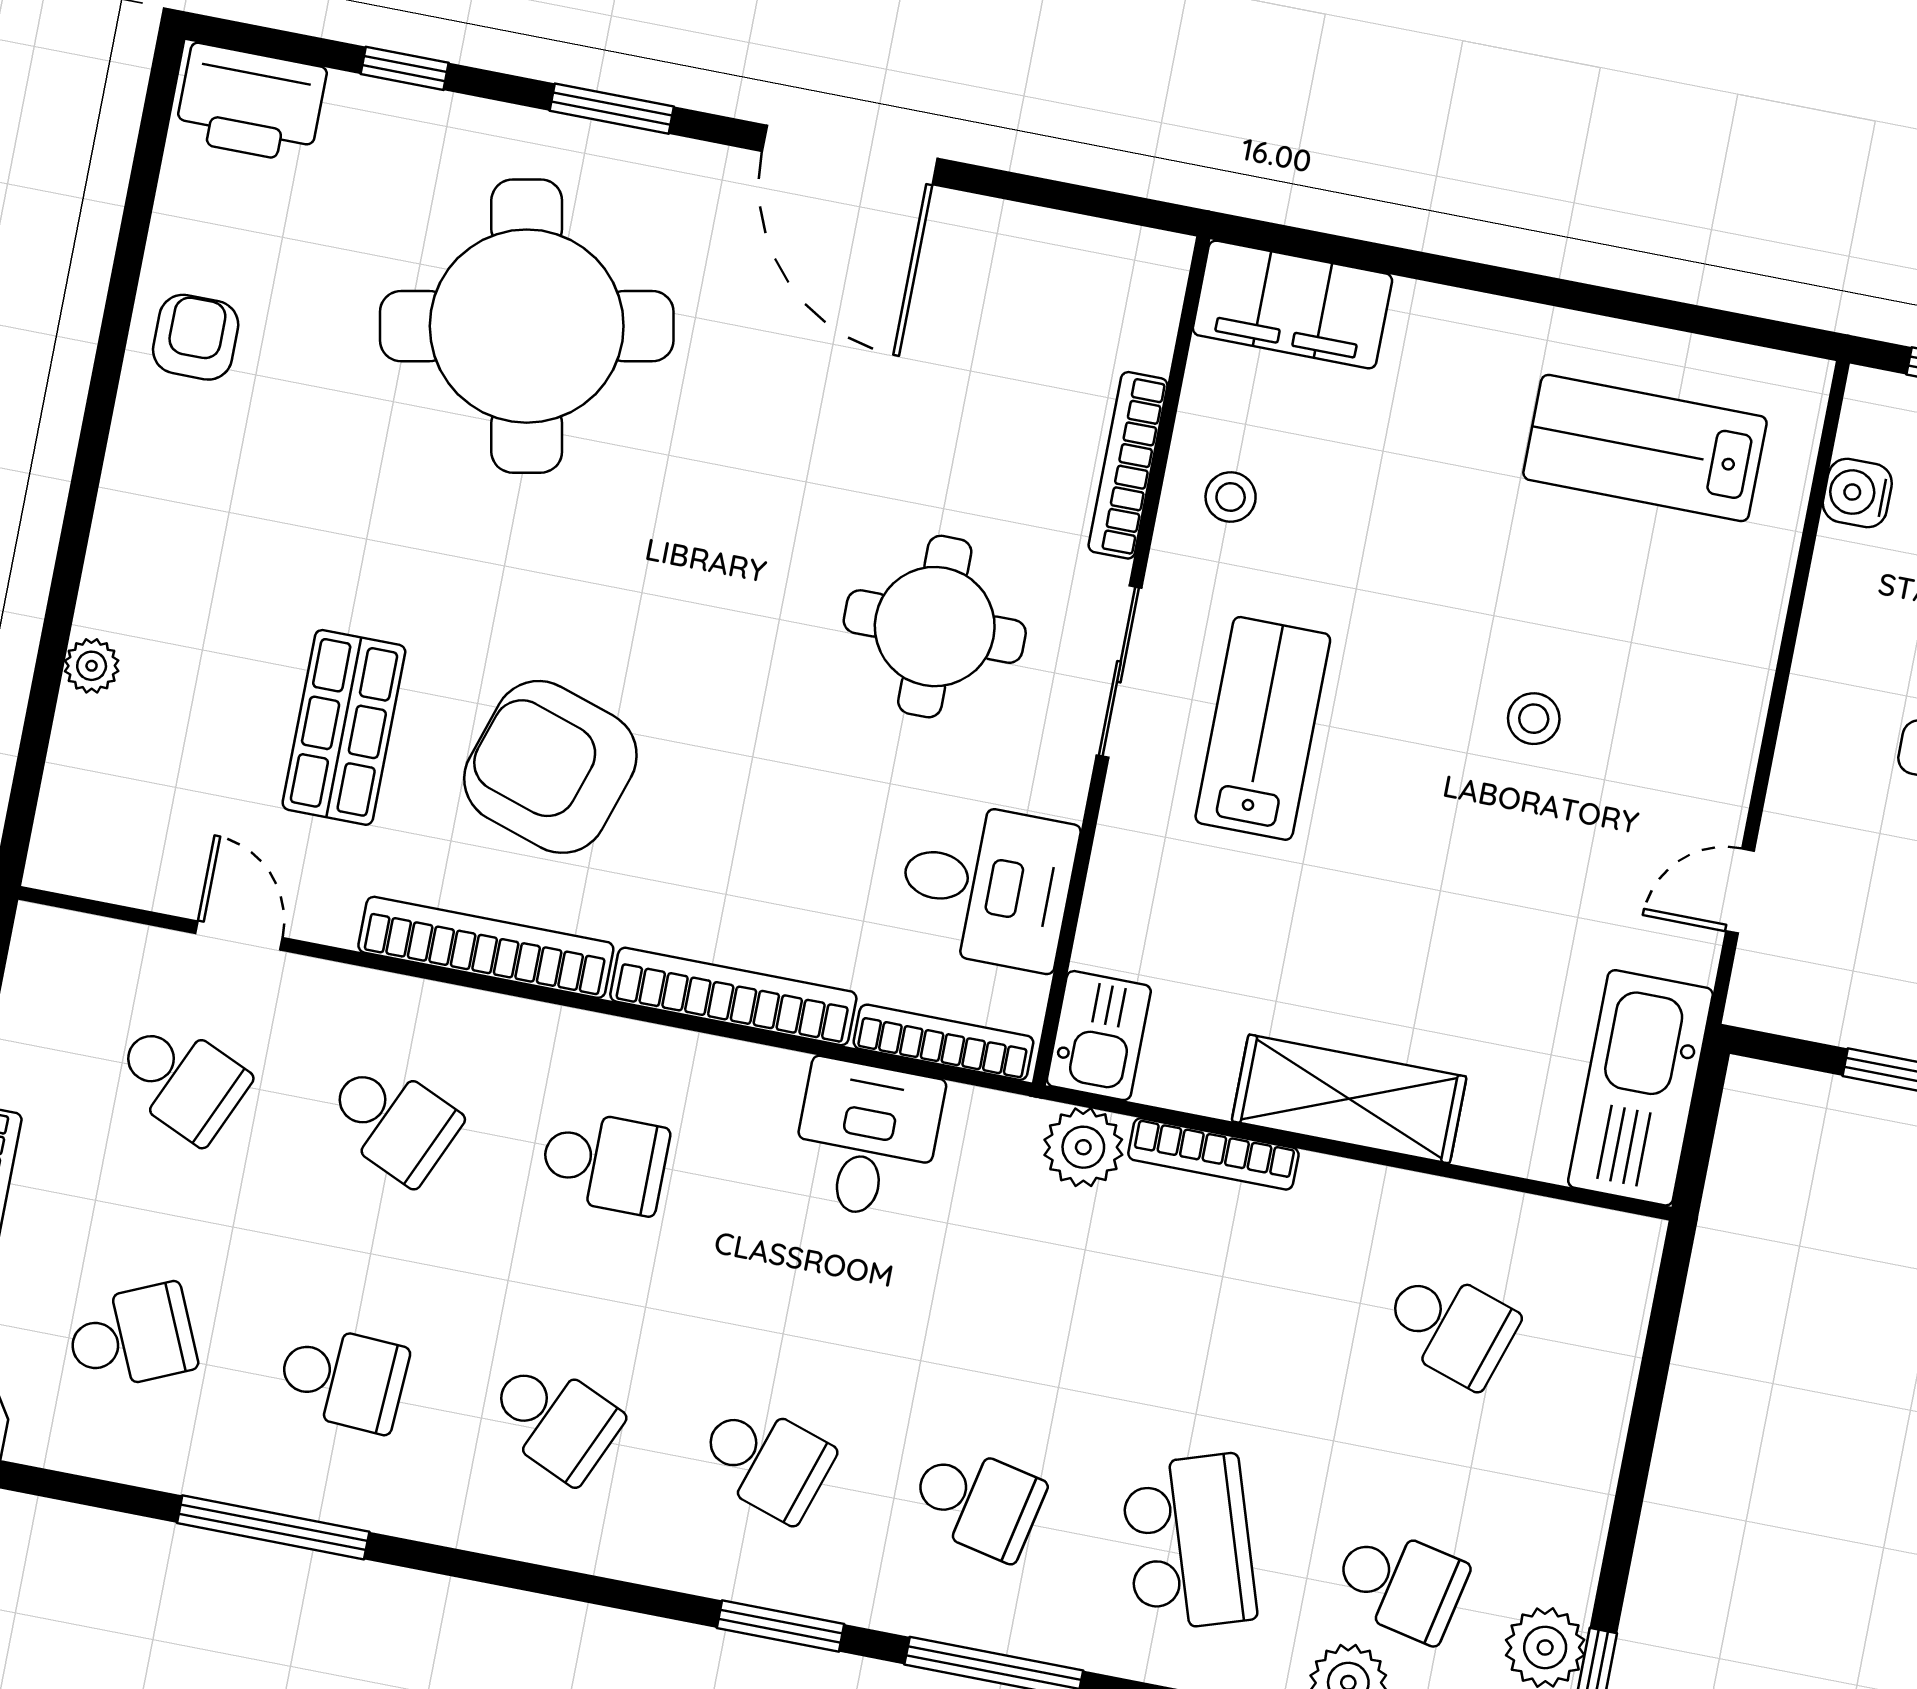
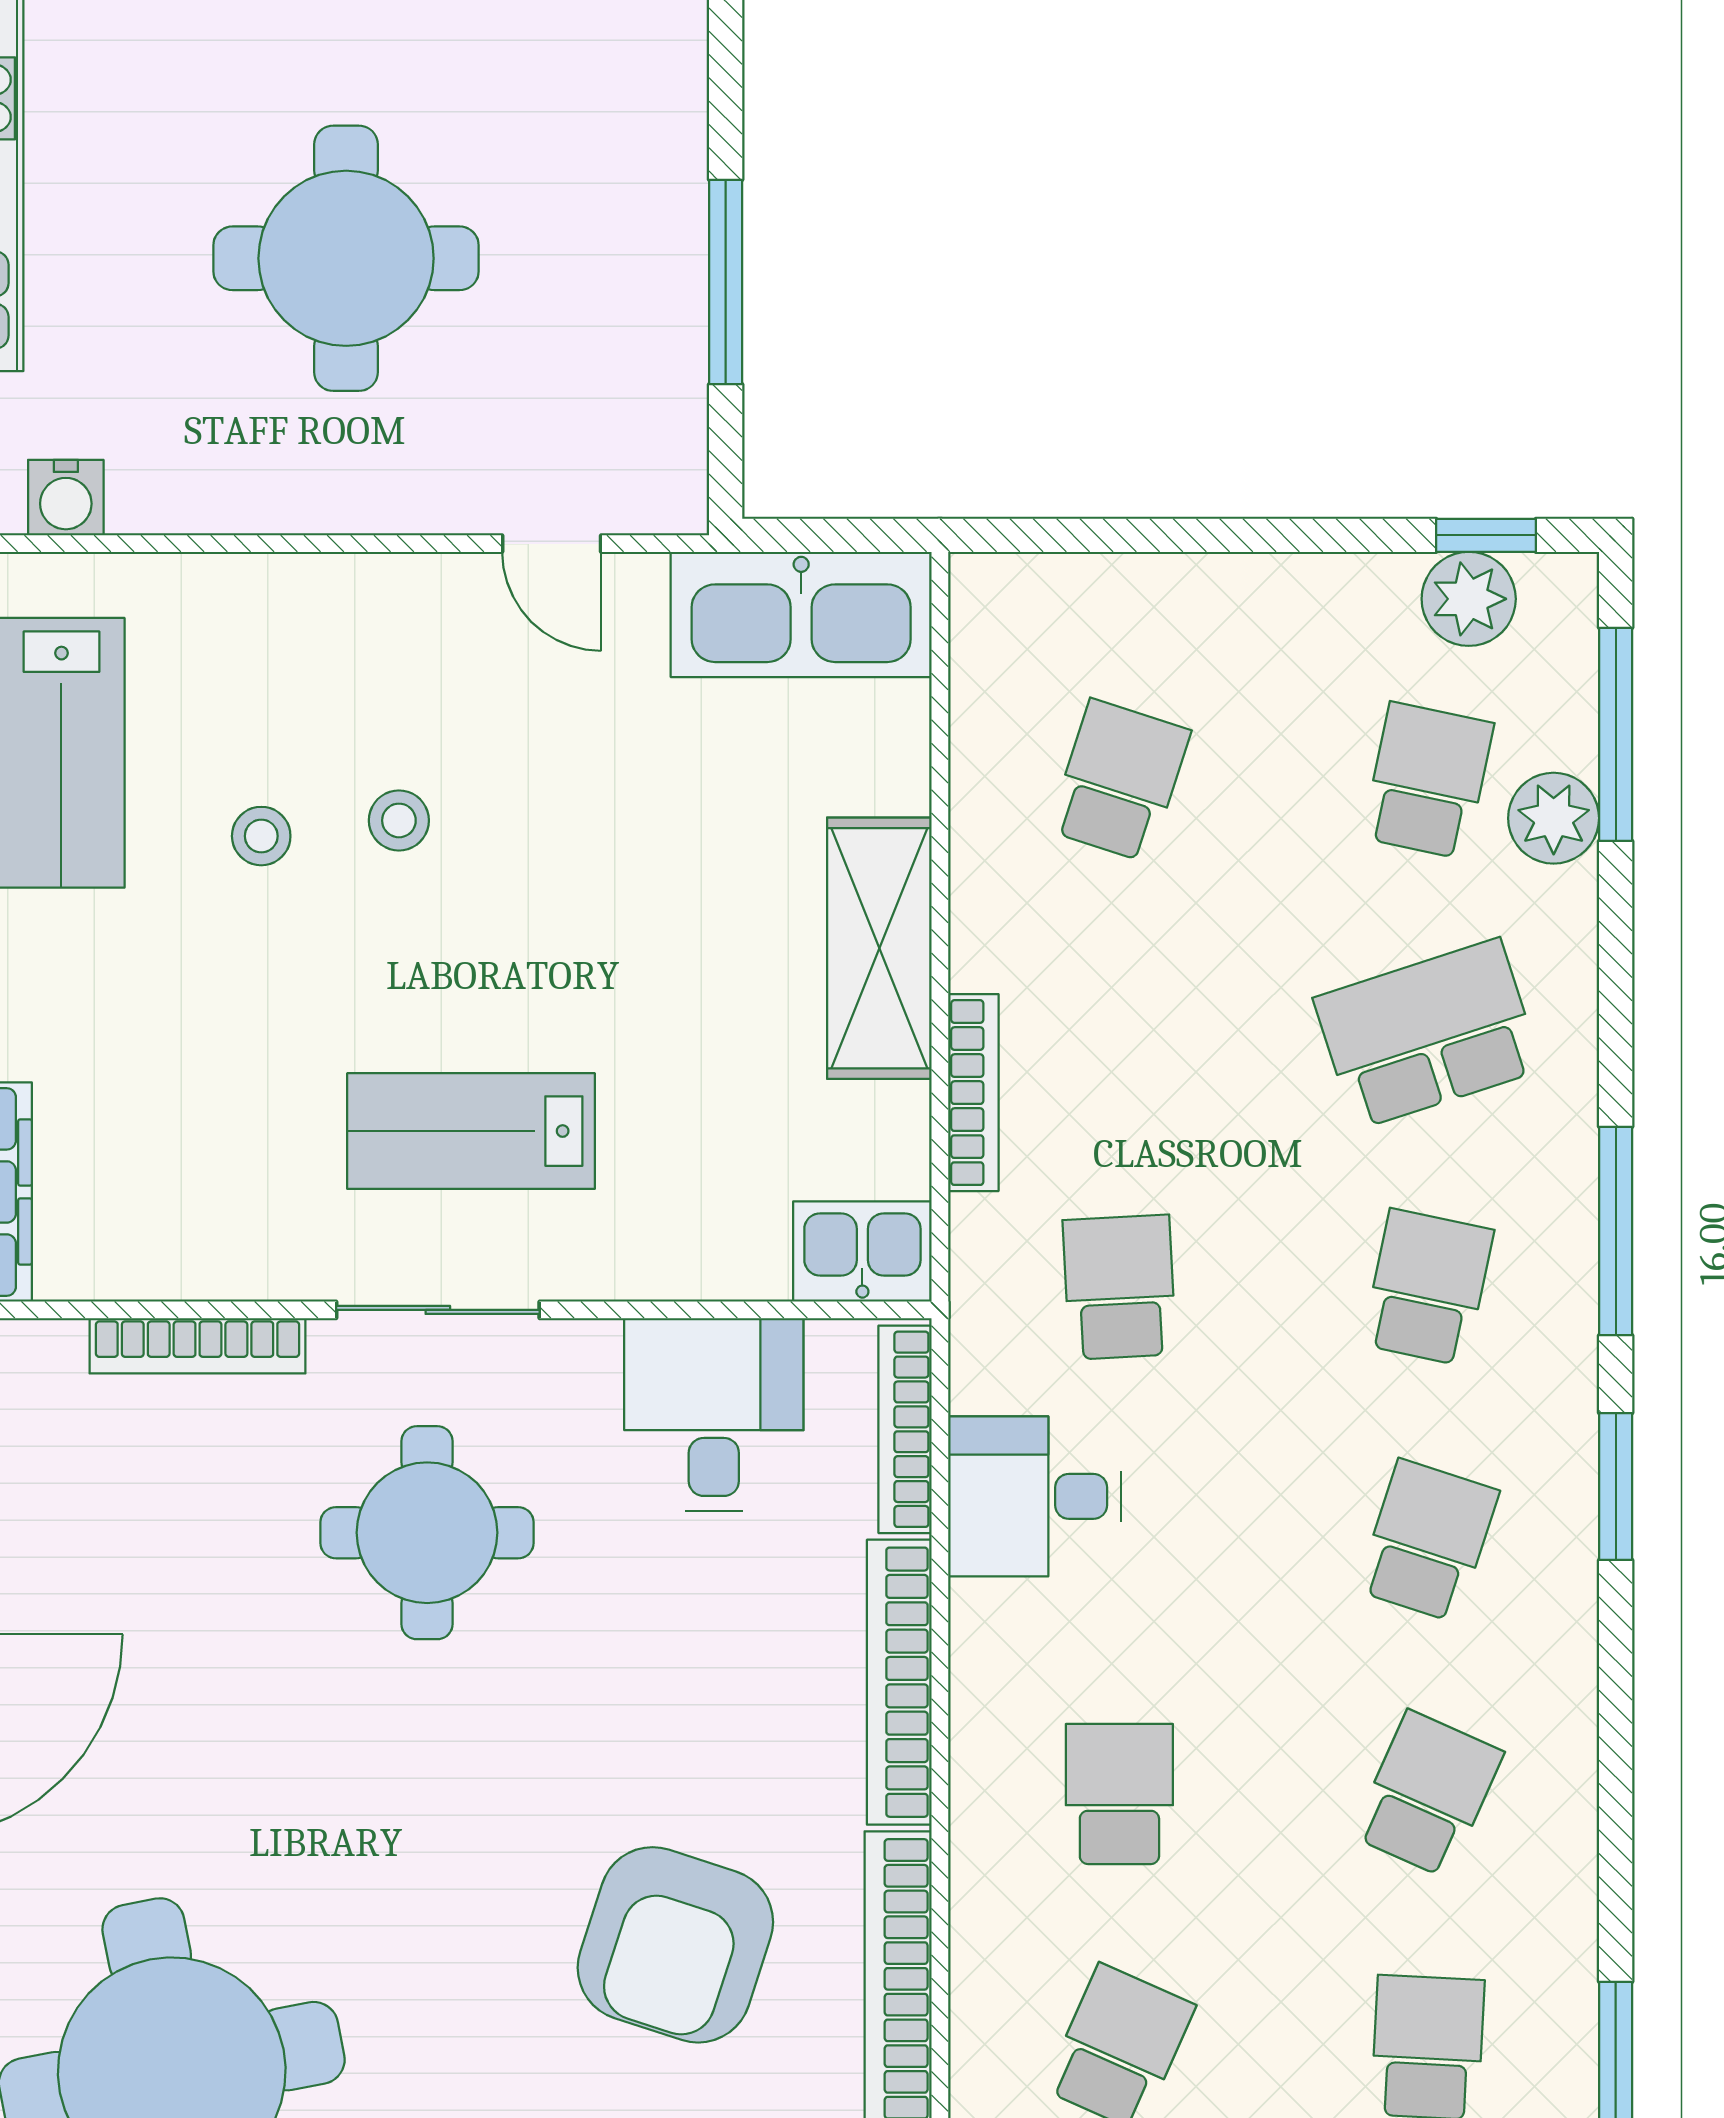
stool: (1231, 497) -> (261, 836), moved
plant: (1083, 1147) -> (995, 1244), removed
school desk: (1027, 1244) -> (1119, 1287), added

